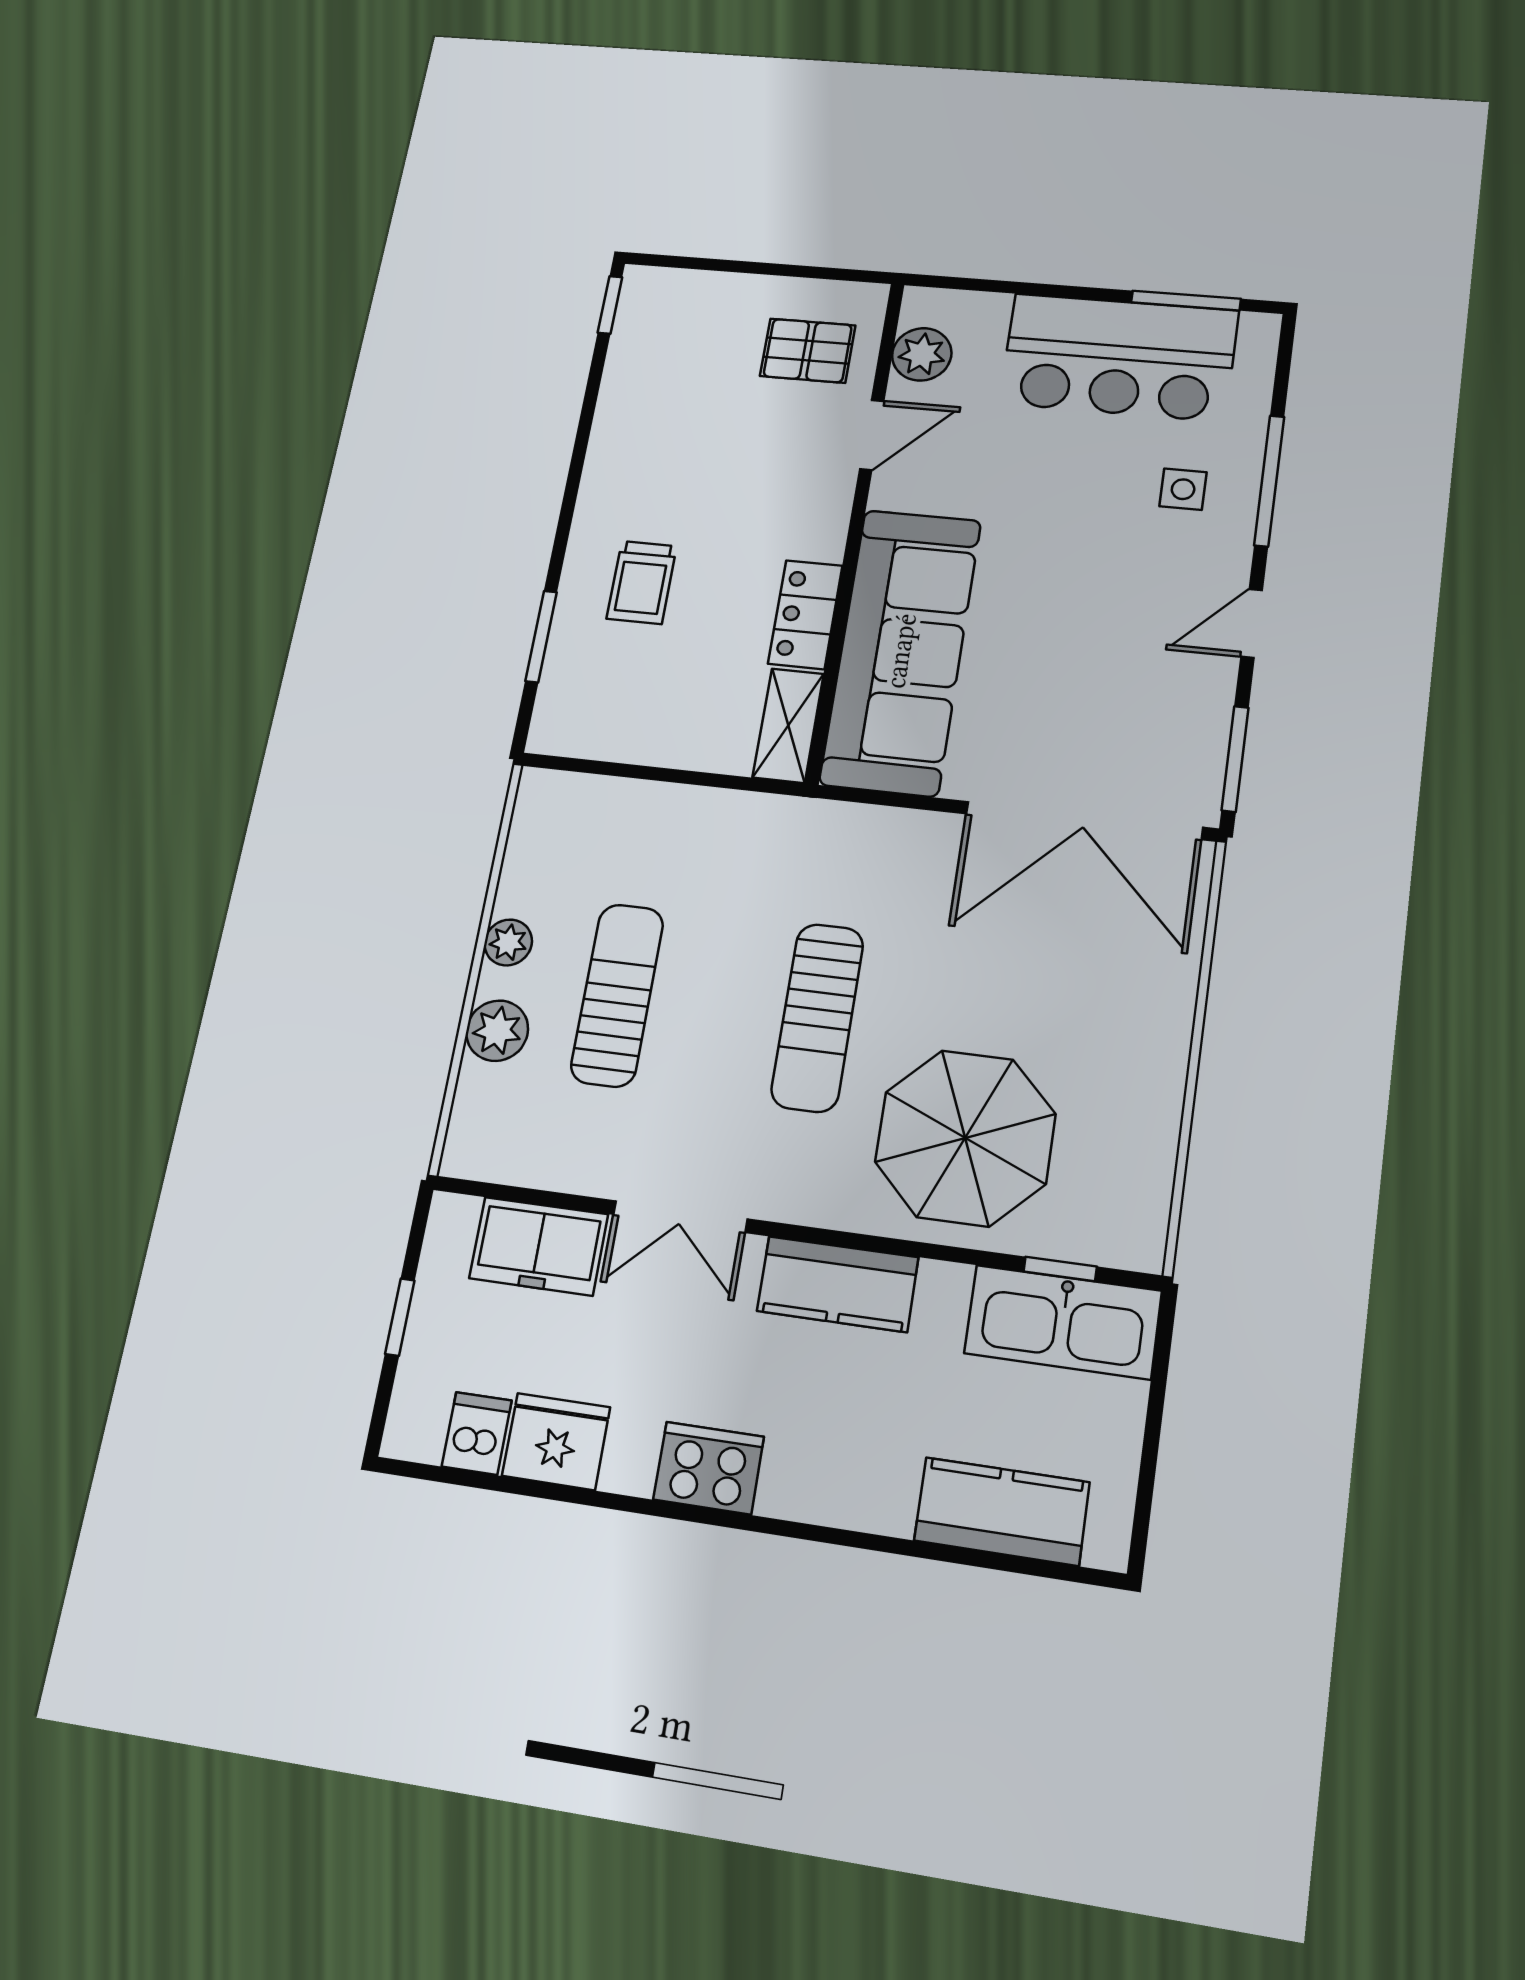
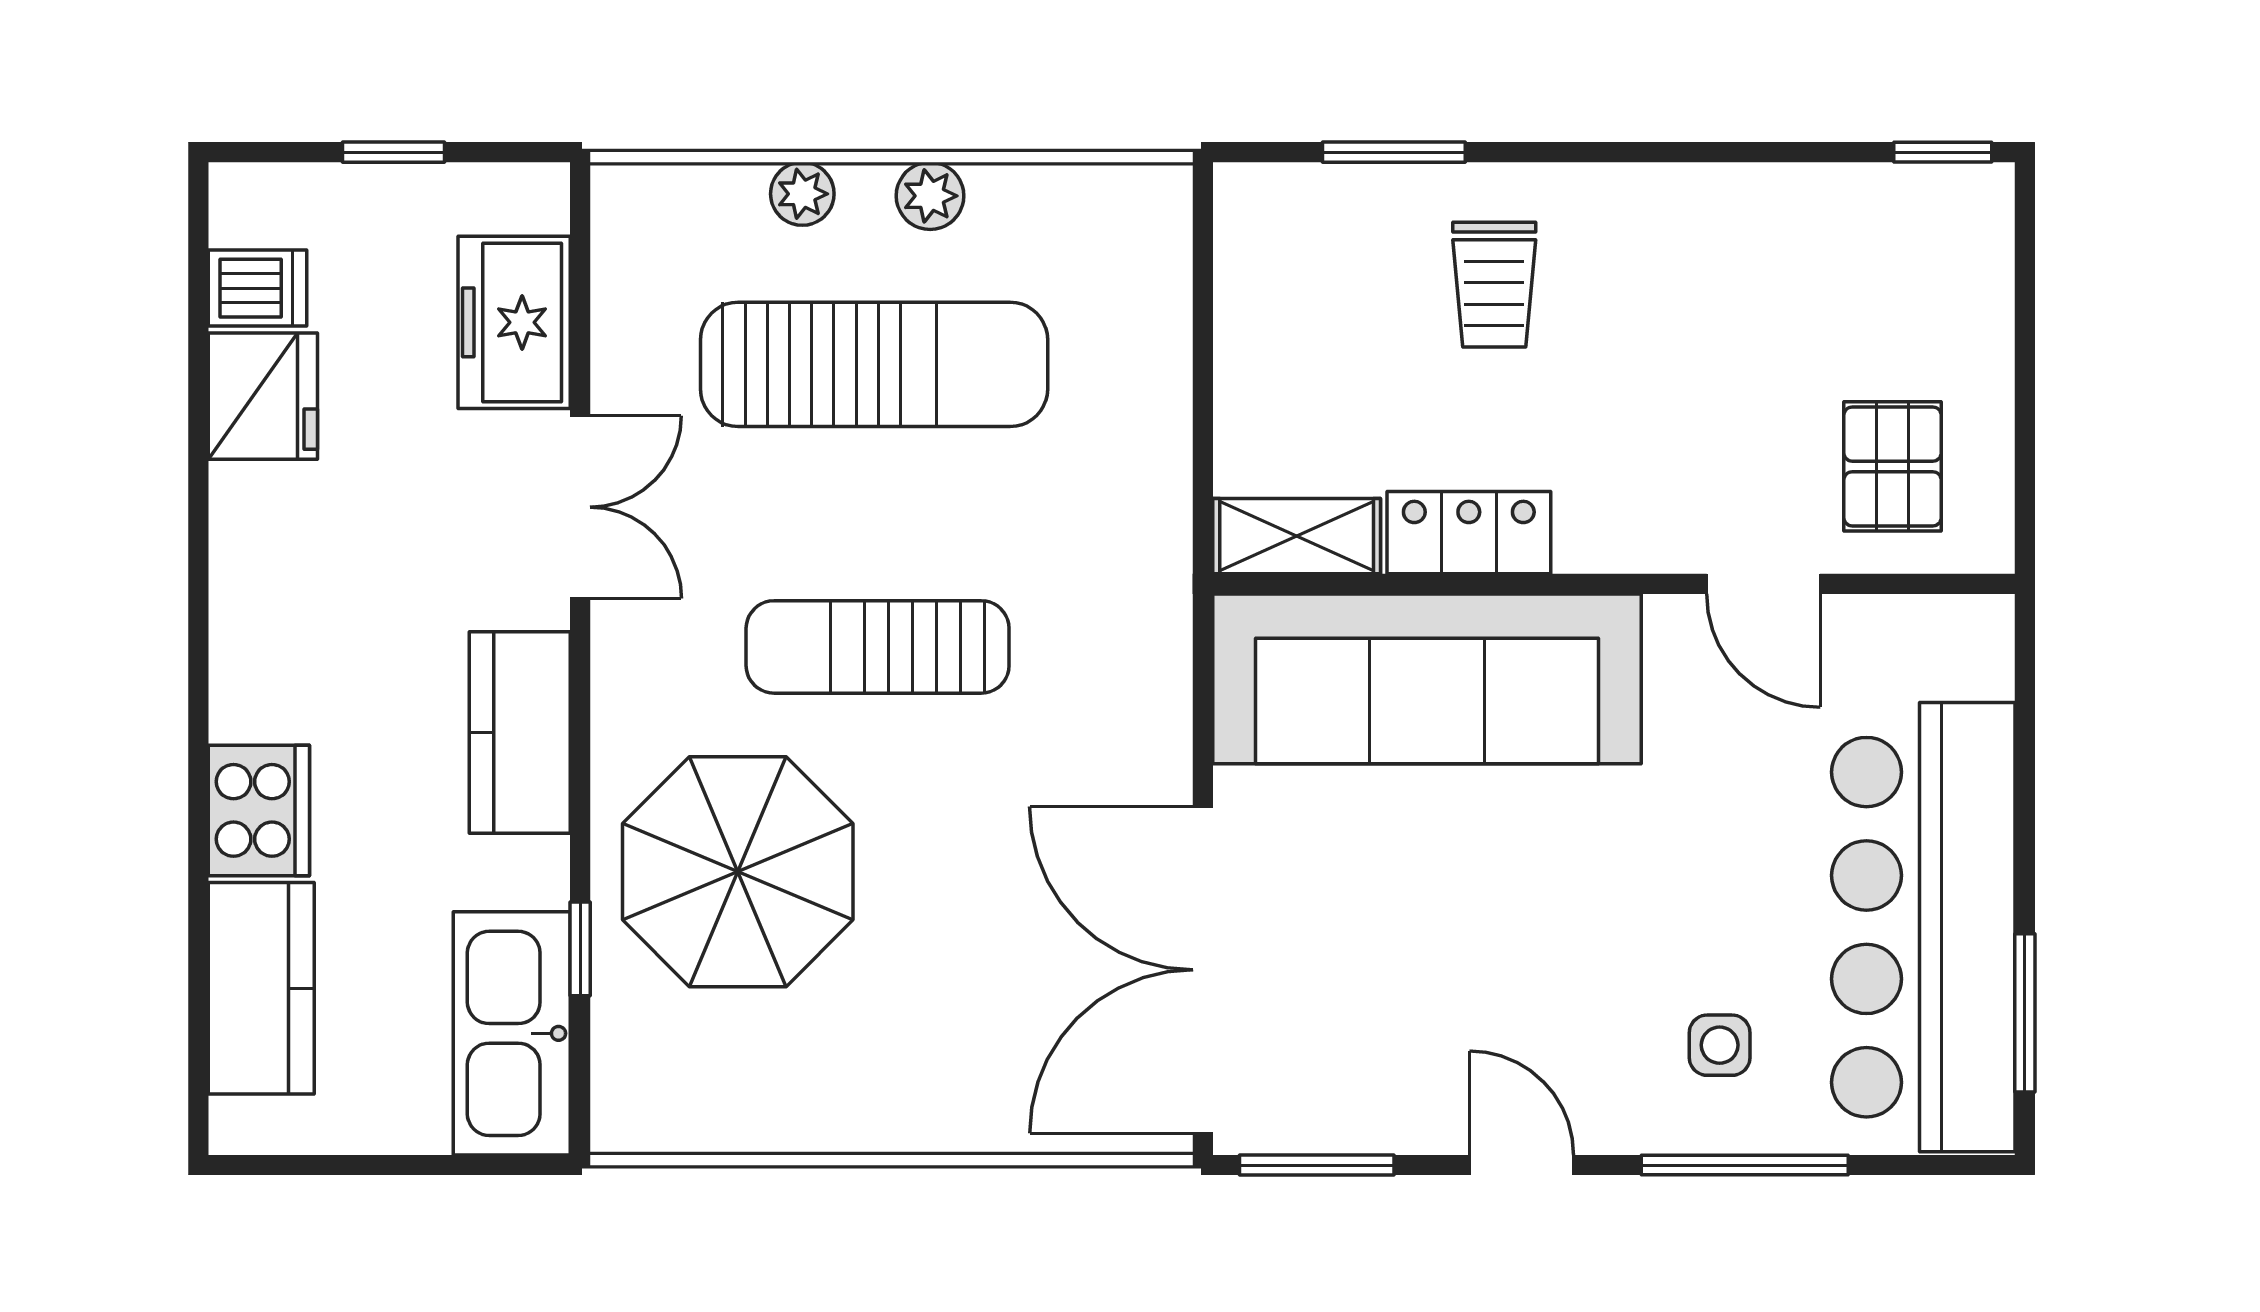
plant: (922, 354) -> (1902, 638), removed
bar counter: (1119, 357) -> (1923, 927), width x1.36
trolley: (642, 582) -> (1494, 285), turned -90
sun lounger: (617, 995) -> (874, 364), width x1.36, depth x1.34
plant: (497, 1031) -> (802, 194), width x0.73, depth x0.73
double door: (680, 1217) -> (580, 507), swing flipped
window: (1060, 1269) -> (580, 949), moved
cooker: (709, 1468) -> (259, 810), moved

